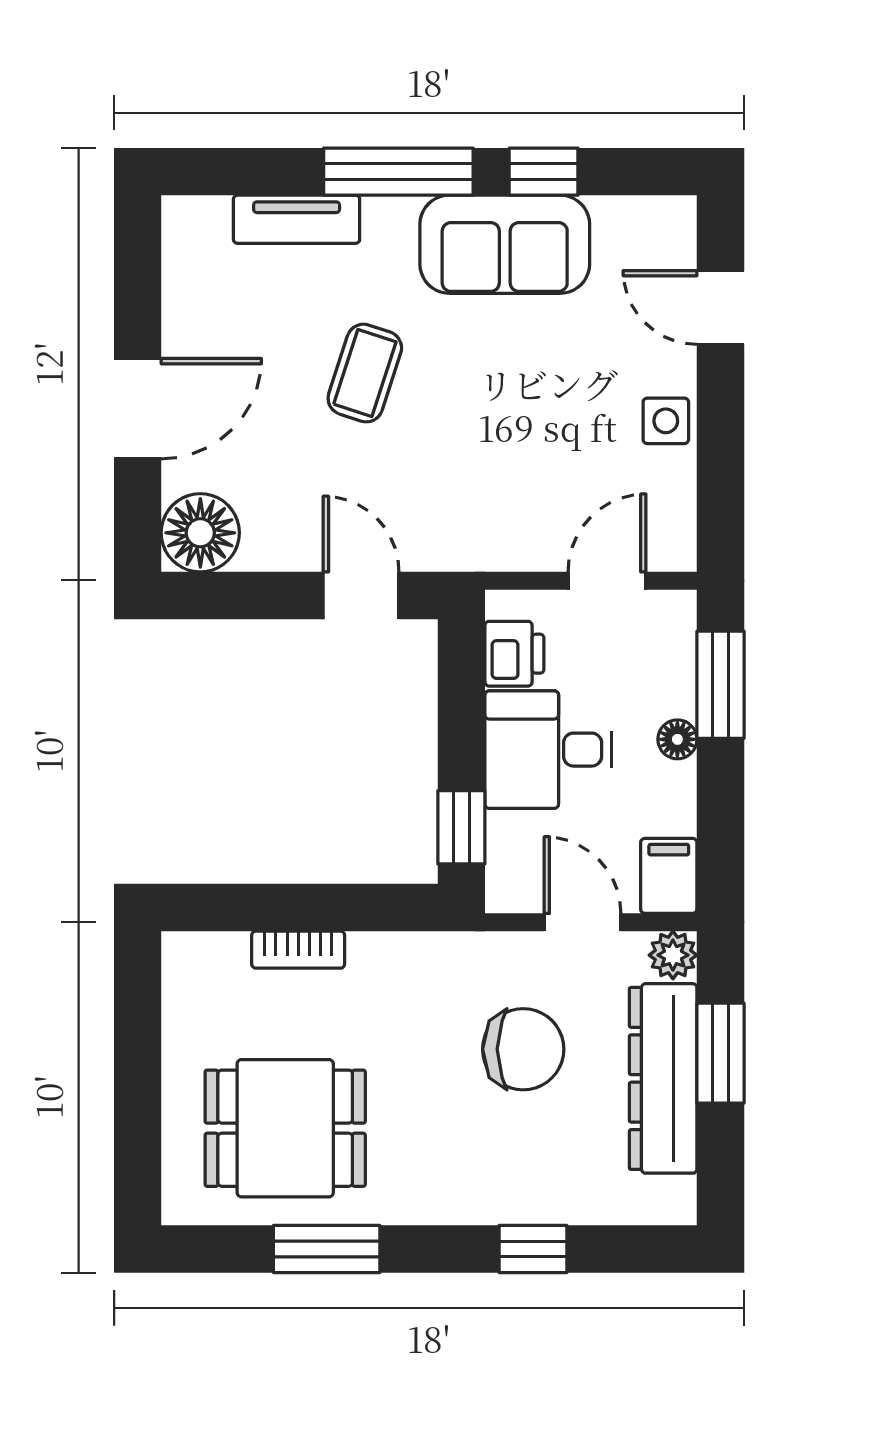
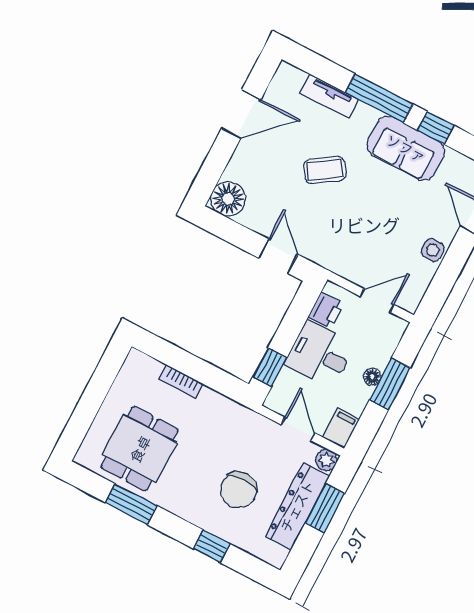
coffee table: (365, 373) -> (325, 170), turned 39
door: (138, 409) -> (241, 114), moved
window: (720, 685) -> (390, 384), moved
chair: (523, 1049) -> (239, 490), moved, turned 90
dining table: (285, 1128) -> (140, 449), turned 90

